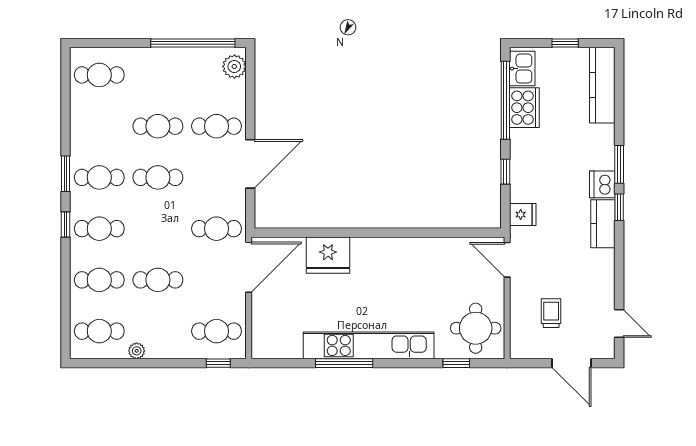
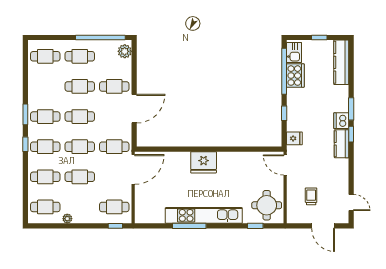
cafe table: (158, 75) -> (80, 56), added
cafe table: (158, 229) -> (80, 147), added
fridge: (328, 255) -> (204, 162), moved

